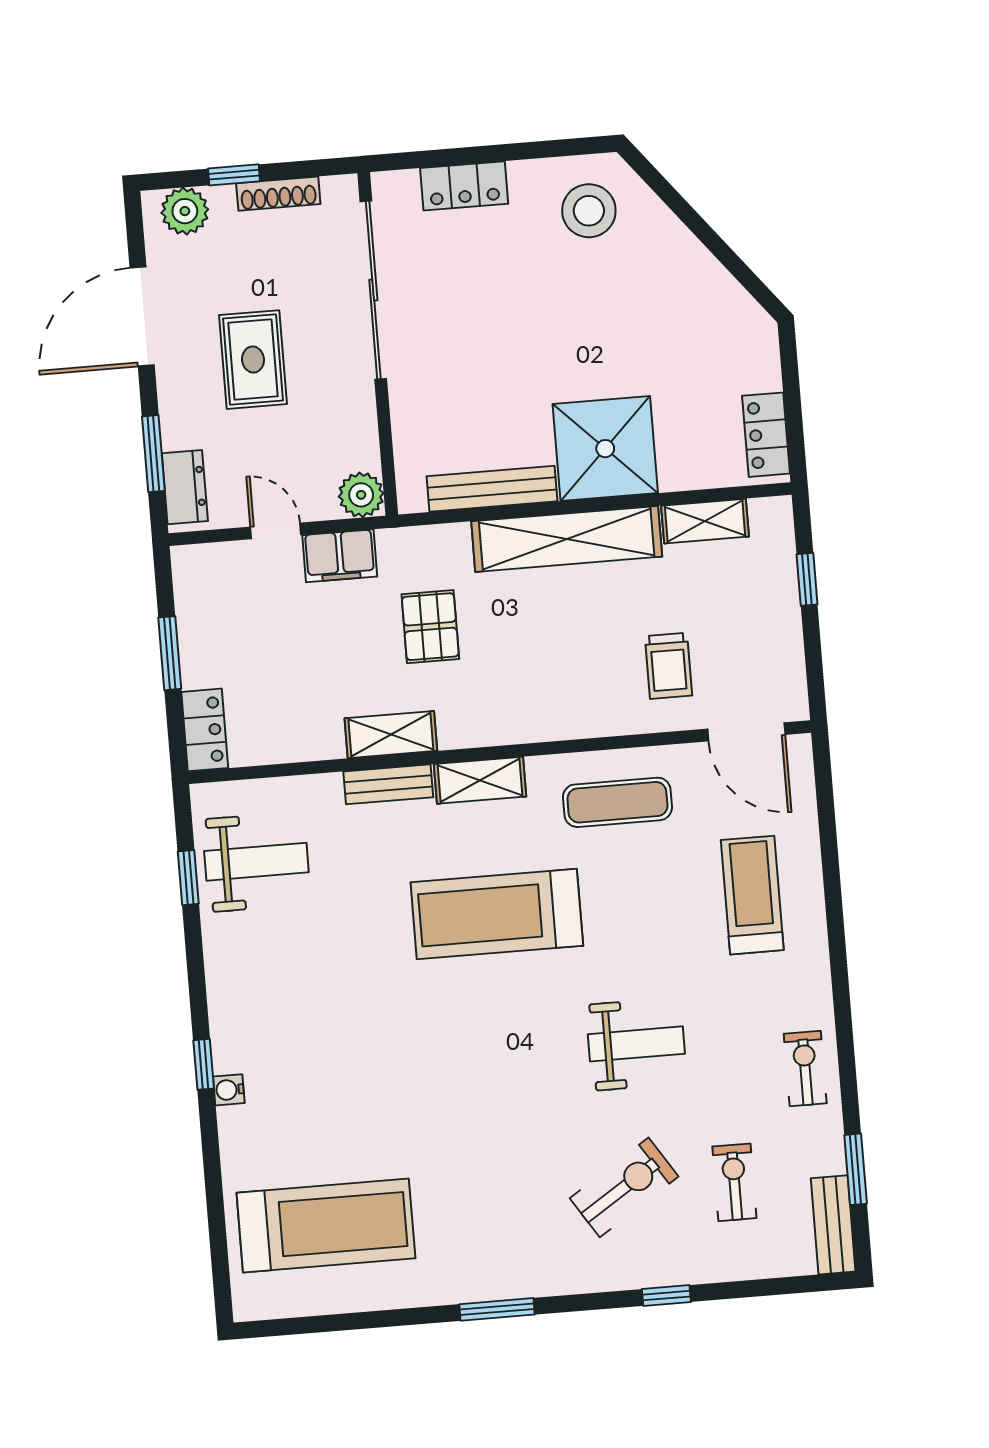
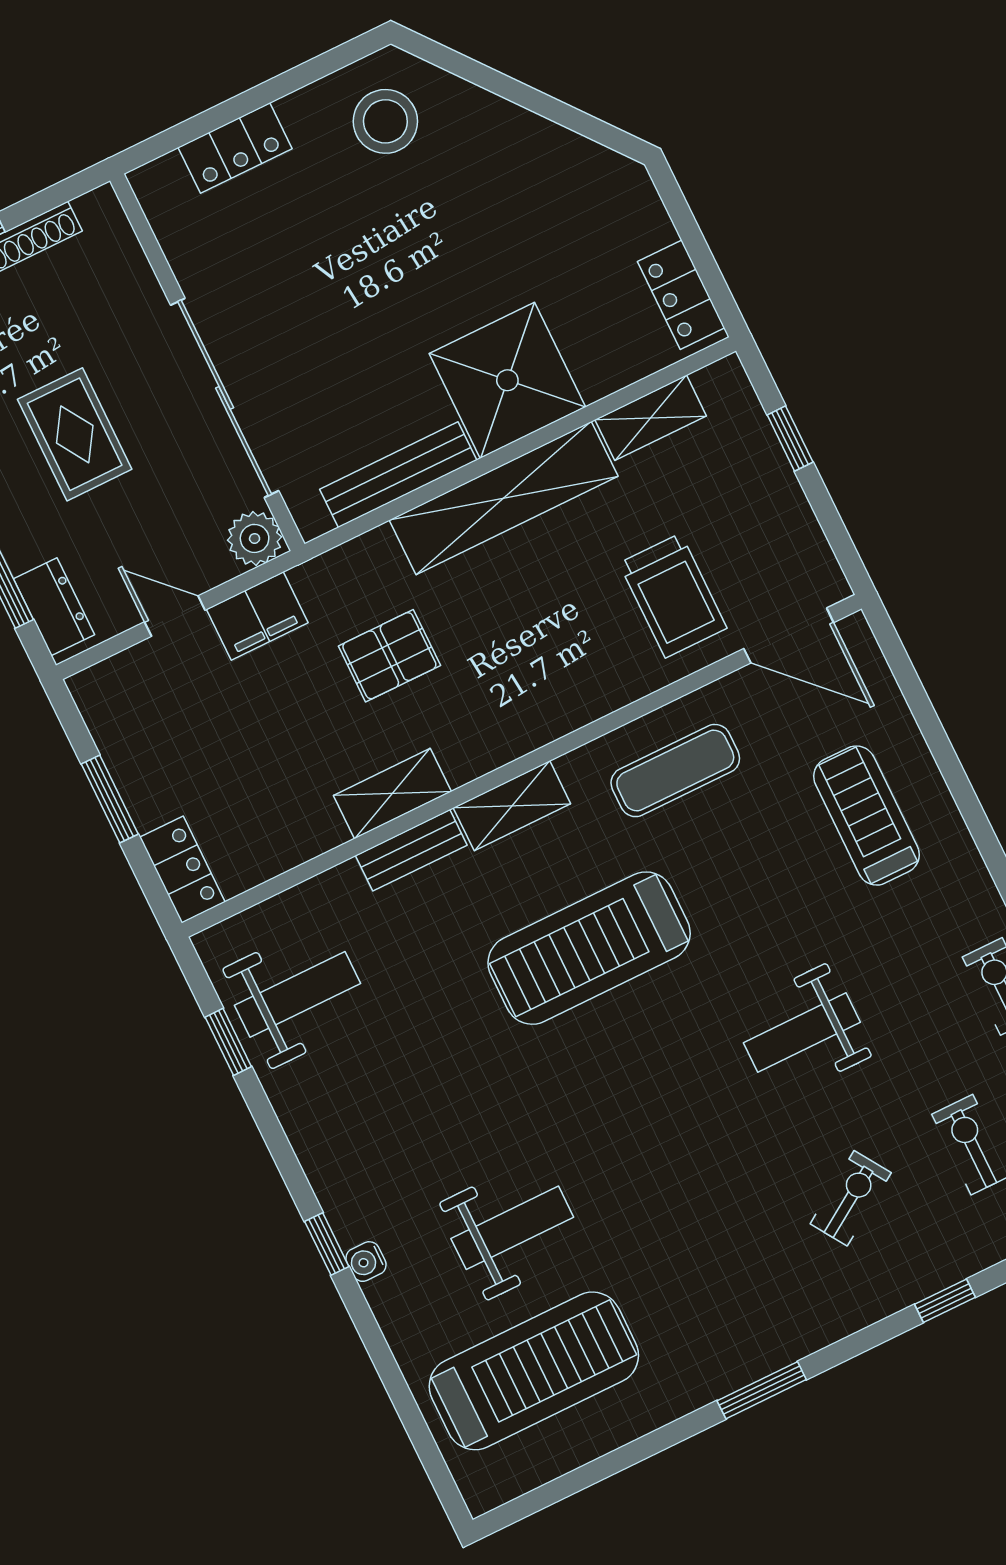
sliding door: (373, 290) -> (225, 398), moved
pallet: (430, 627) -> (389, 656), turned 90
trolley: (669, 666) -> (673, 596), width x1.36, depth x1.39
weight bench: (636, 1044) -> (802, 1033), turned 180
weight bench: (353, 1108) -> (512, 1228), added
exercise bike: (624, 1187) -> (851, 1198), width x0.73, depth x0.72

